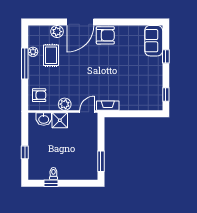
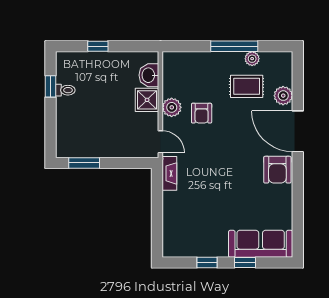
sofa: (154, 41) -> (261, 244), width x1.36
armchair: (39, 95) -> (202, 113), moved
window: (166, 95) -> (207, 263), moved

